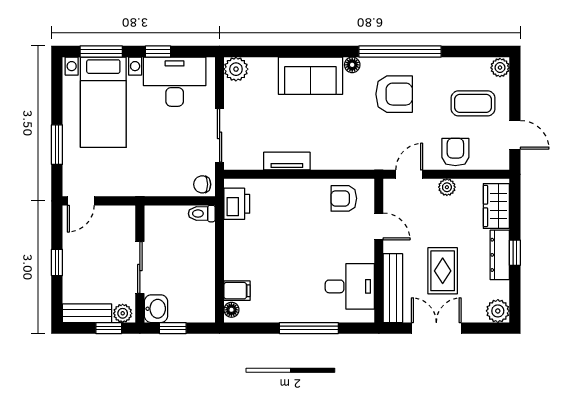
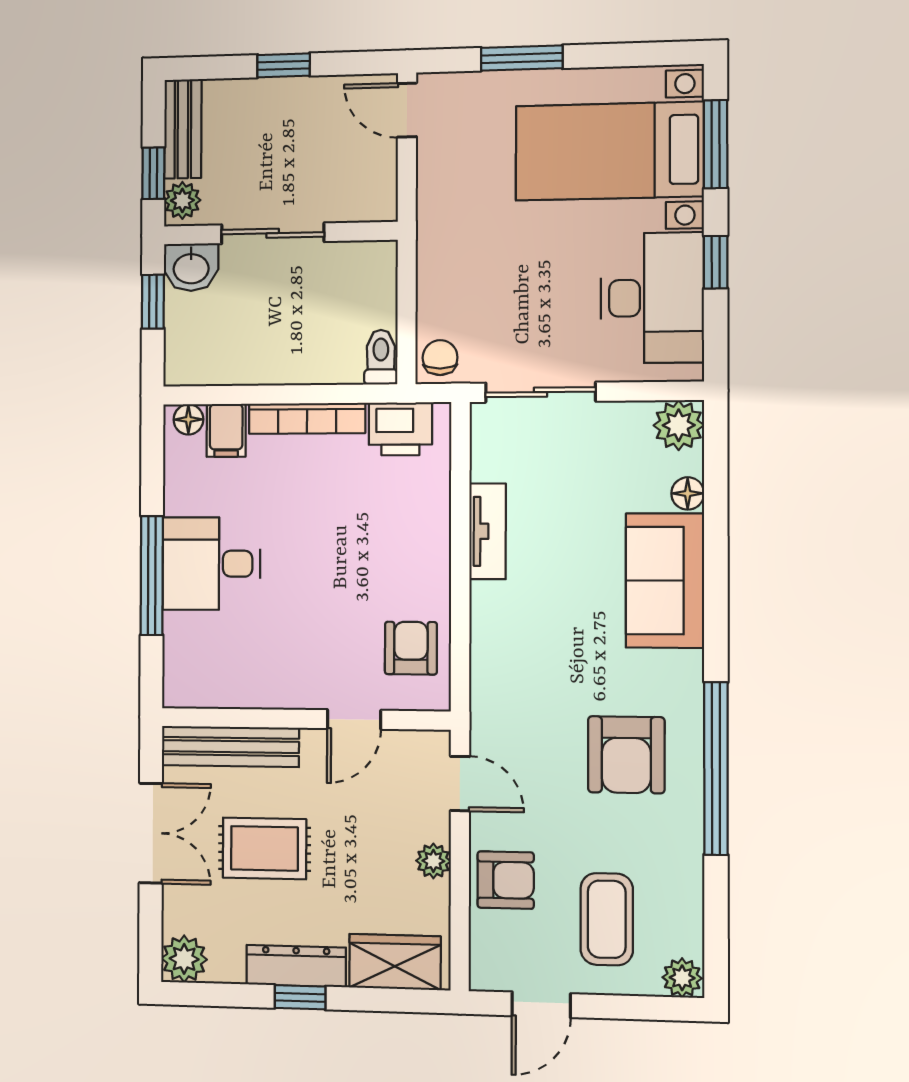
floor lamp: (352, 65) -> (688, 493), moved
bookcase: (231, 250) -> (307, 418), added
desk: (350, 286) -> (211, 564), moved, turned 90

